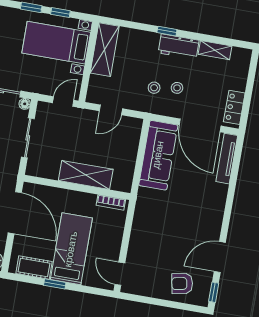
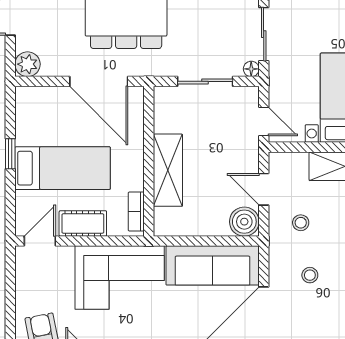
stool: (154, 88) -> (301, 223), moved
boiler: (131, 127) -> (244, 222), added
door: (15, 213) -> (99, 81), hinge flipped
corner sofa: (155, 222) -> (120, 278), added
cot: (34, 268) -> (83, 223), moved, turned 90

